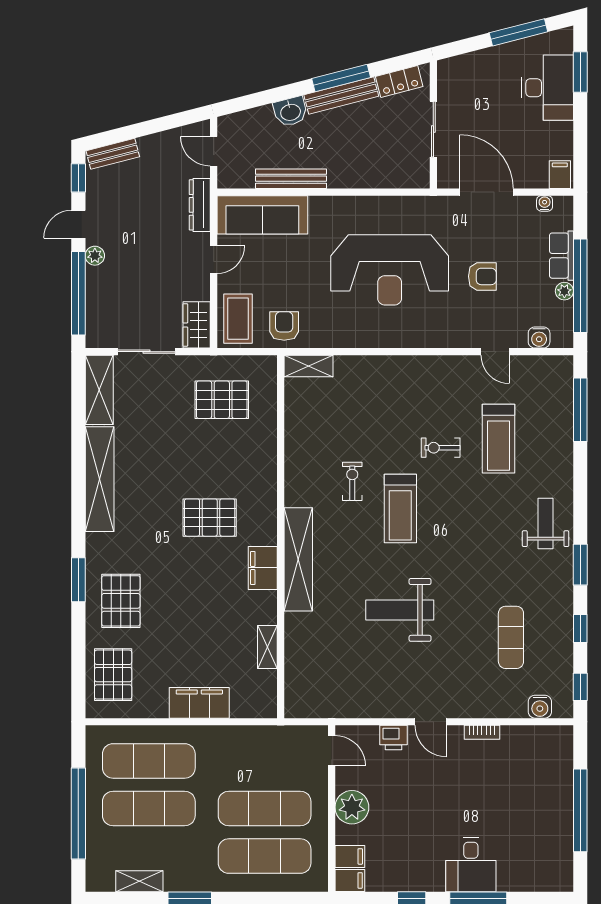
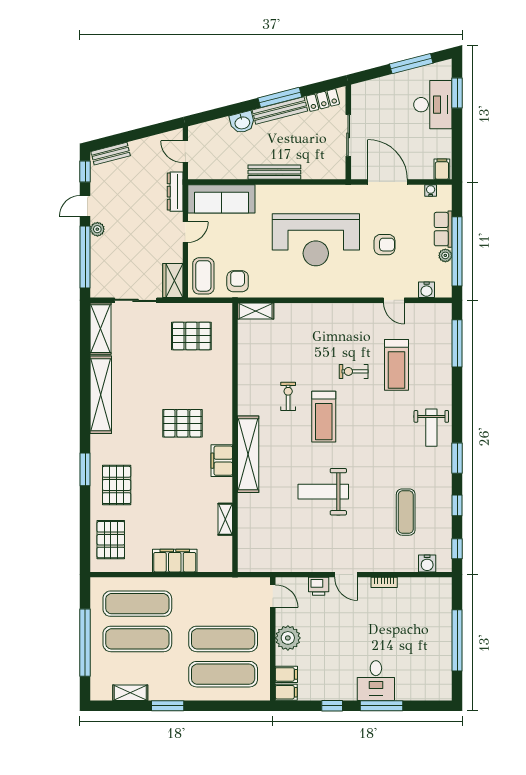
bench: (291, 179) -> (274, 172), moved
weight bench: (546, 523) -> (431, 428), turned 180

